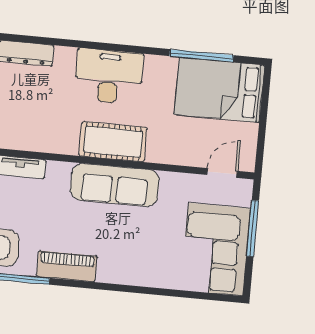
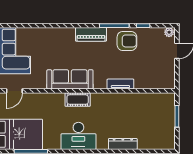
cot: (113, 142) -> (78, 100), width x0.73, depth x0.75

